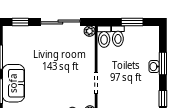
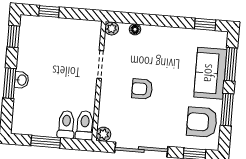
armchair: (17, 46) -> (202, 122), added
armchair: (63, 67) -> (142, 89), added

